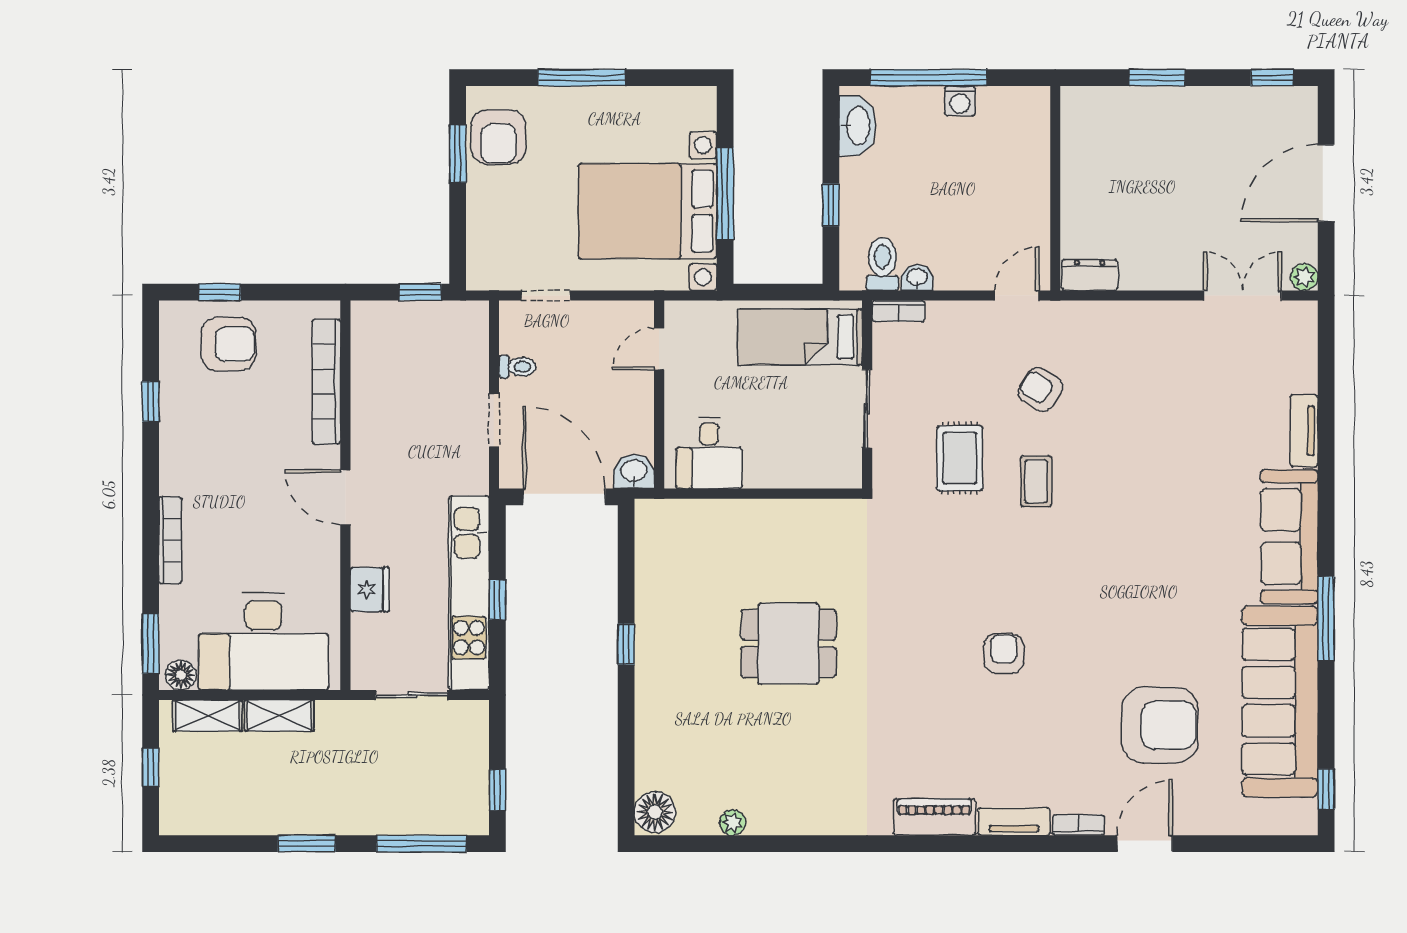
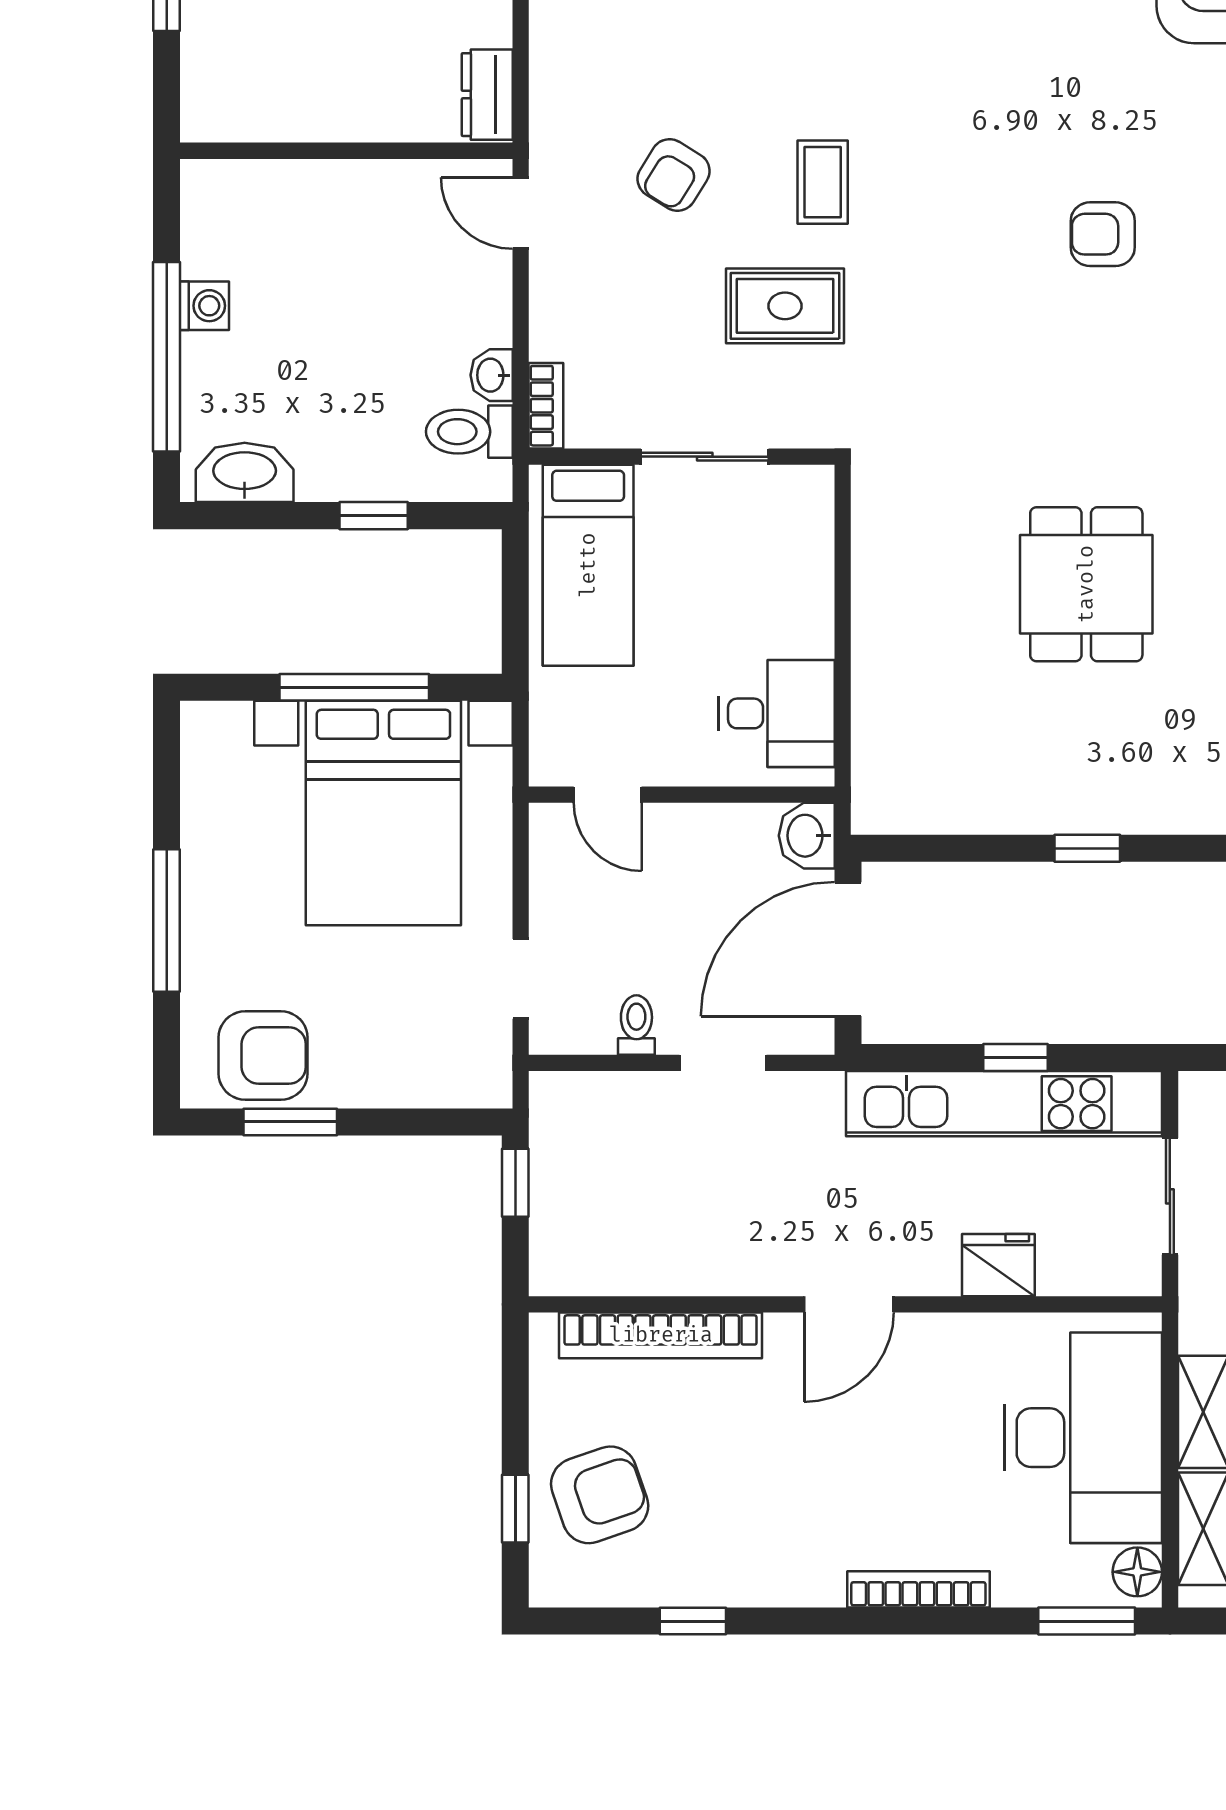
armchair: (228, 344) -> (600, 1495), turned 71
coffee table: (1036, 481) -> (823, 182), turned 90

